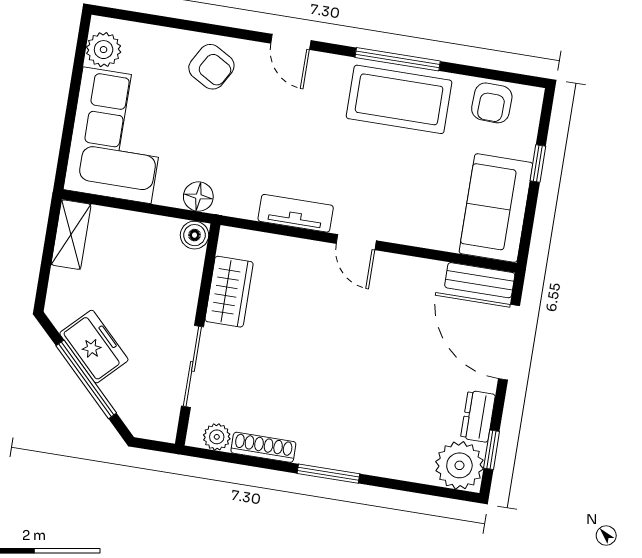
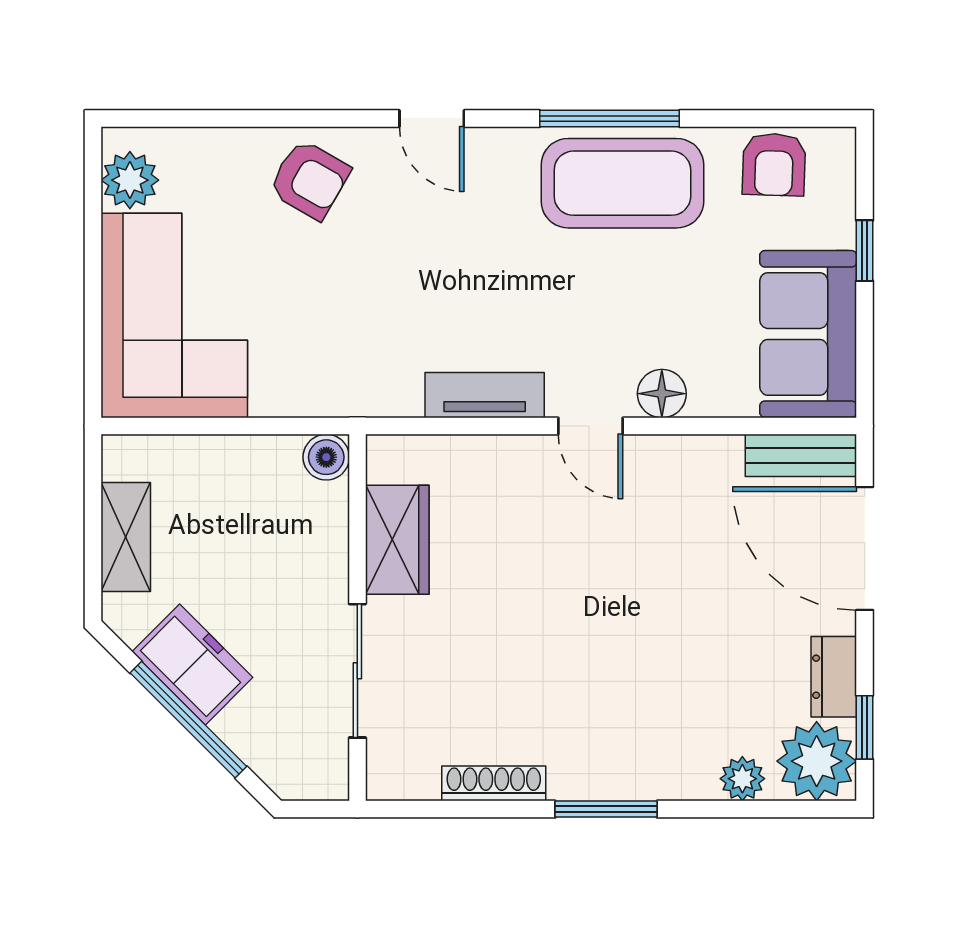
floor lamp: (198, 197) -> (662, 394), moved
shelving: (71, 235) -> (126, 537), moved
plant: (217, 437) -> (742, 779), moved

